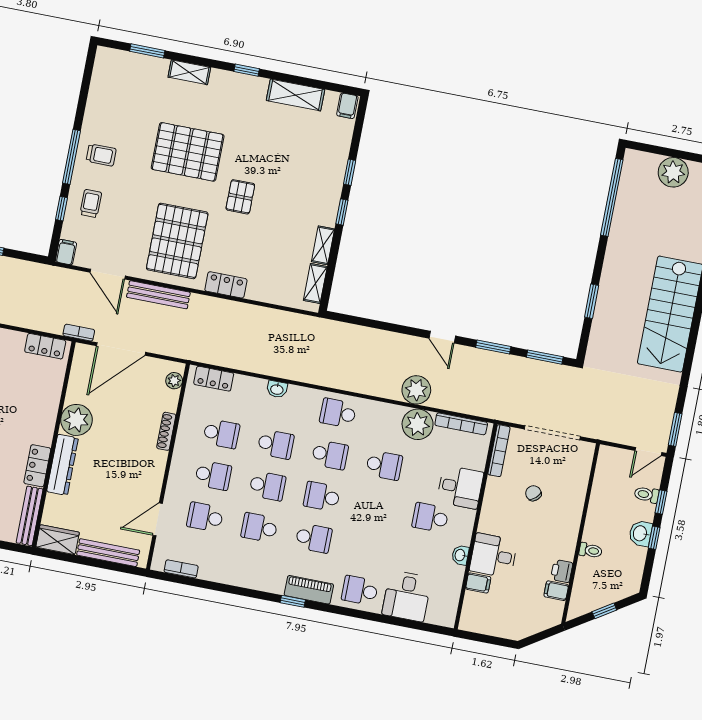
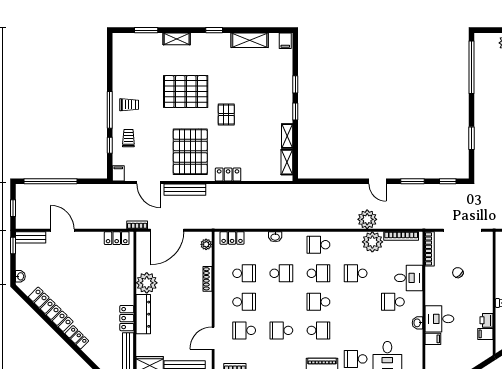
window: (545, 357) -> (448, 181), width x0.67
school desk: (384, 465) -> (356, 273), turned 180
school desk: (267, 486) -> (281, 302), removed

